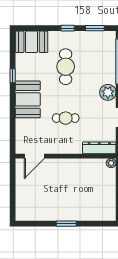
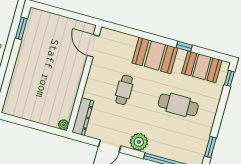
window: (68, 28) -> (229, 78), moved
booth: (32, 42) -> (202, 67), moved, turned 90
window: (66, 224) -> (21, 28), moved

